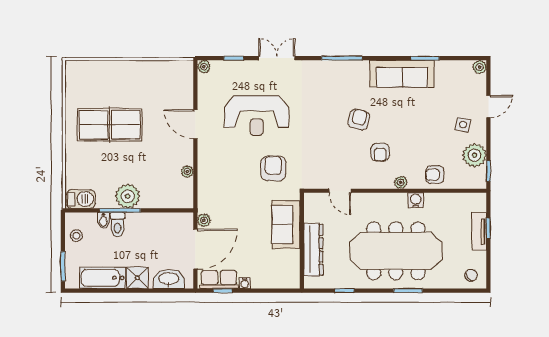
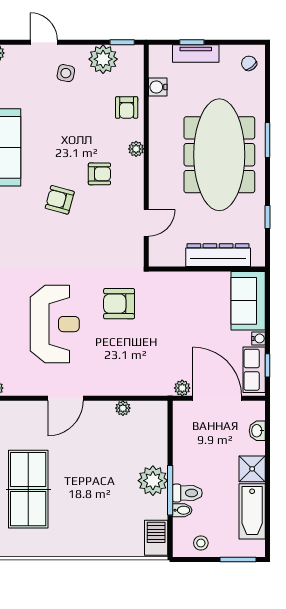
table tennis table: (110, 125) -> (28, 489), moved
water cooler: (416, 200) -> (158, 87), moved
sofa: (286, 224) -> (248, 301), moved, turned 90
washbasin: (169, 279) -> (257, 431), width x0.52, depth x0.69

